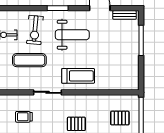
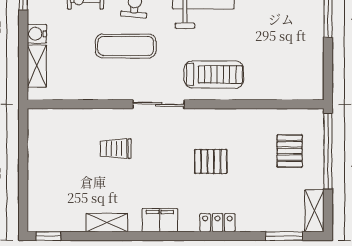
pallet: (120, 118) -> (290, 151), turned 90

